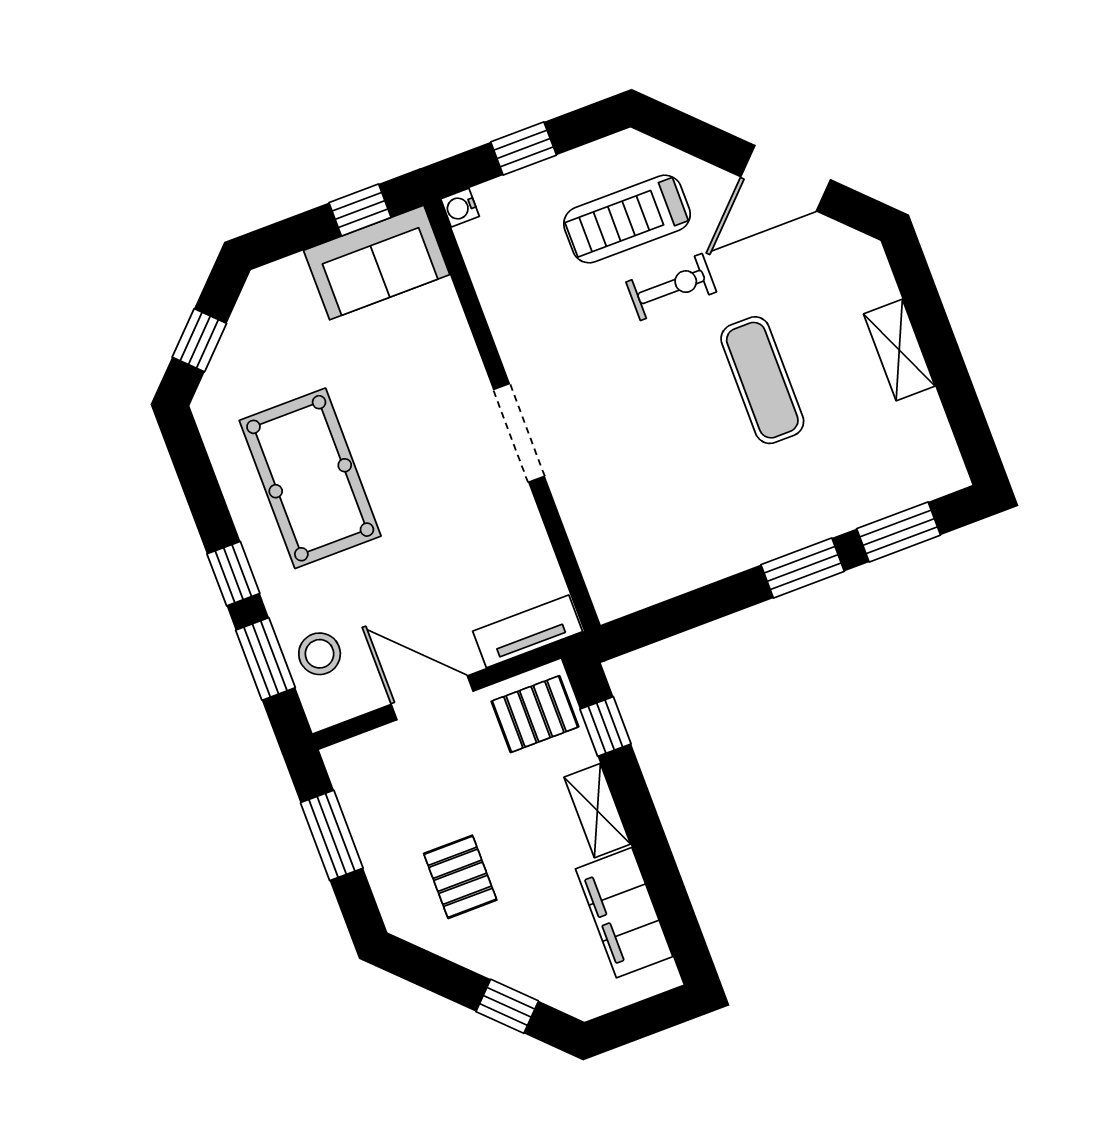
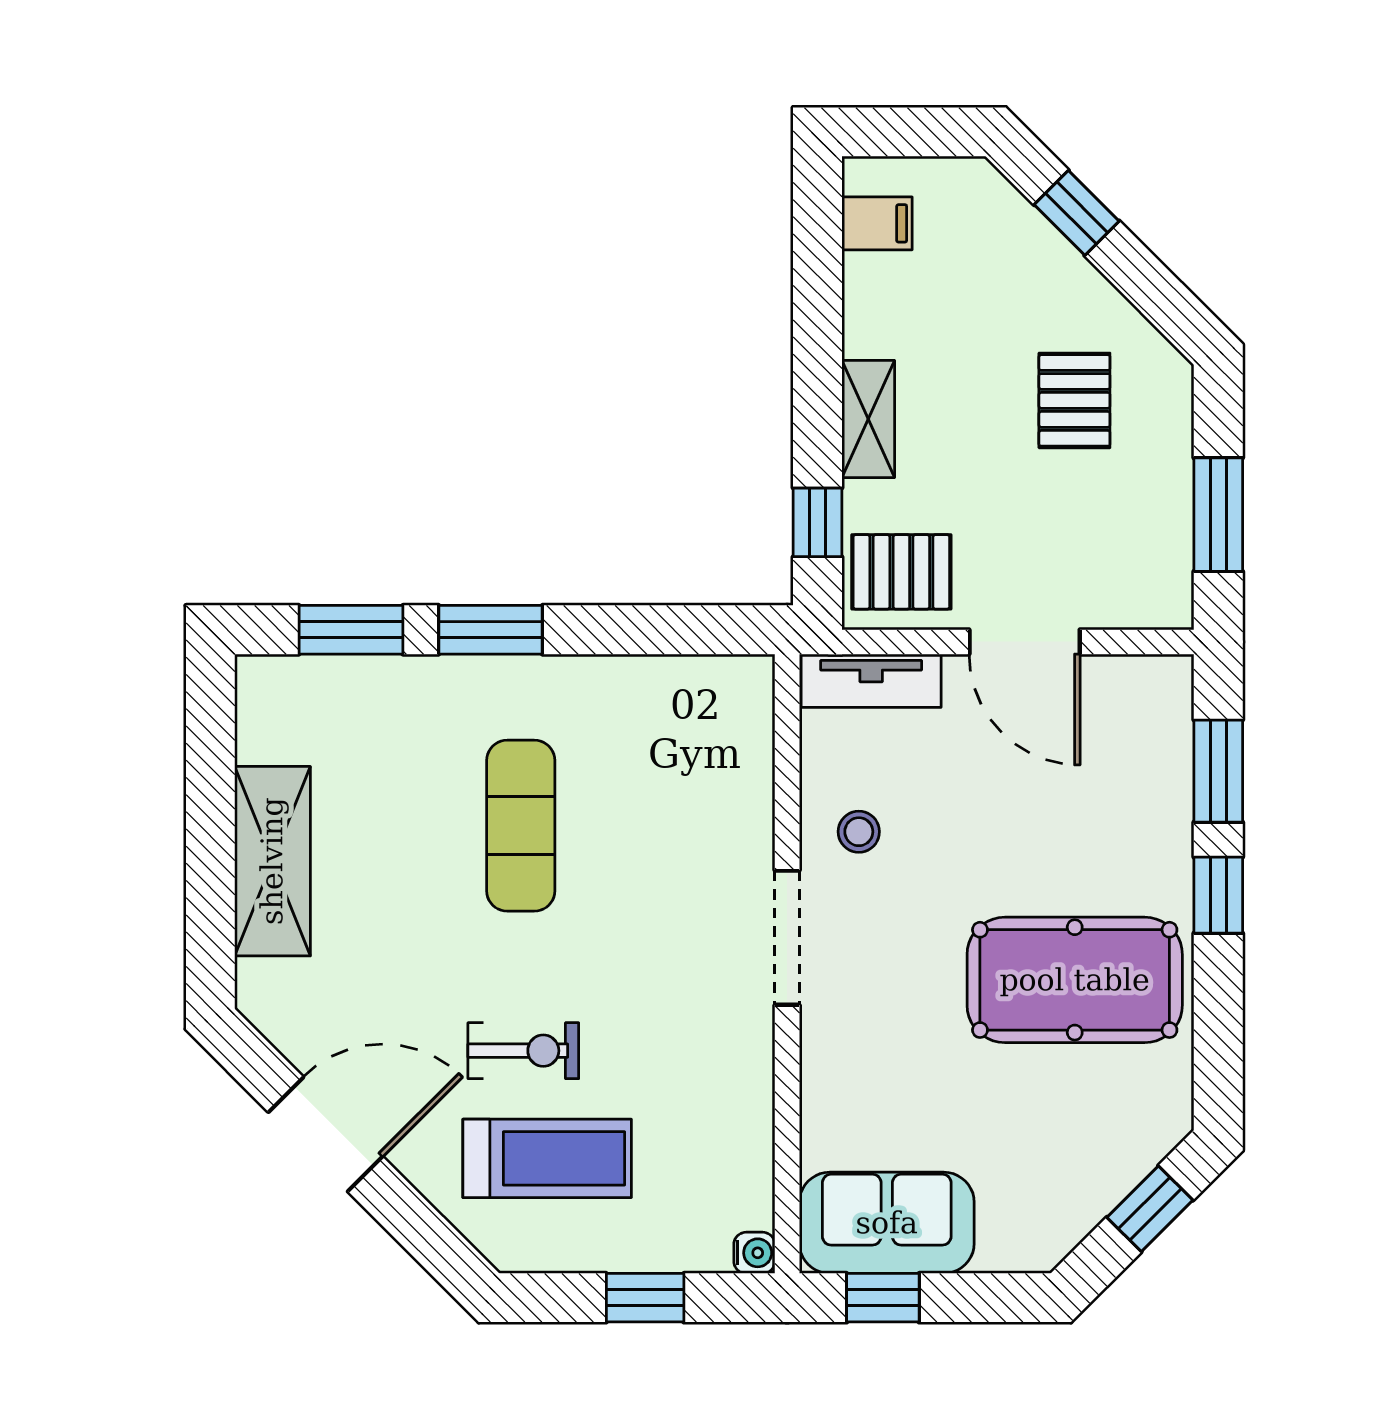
exercise bike: (671, 287) -> (523, 1051), turned 180
shelving: (899, 350) -> (272, 861), width x1.50, depth x1.33
exercise mat: (762, 380) -> (521, 826), moved
pool table: (310, 478) -> (1075, 980), turned 90
stool: (320, 654) -> (859, 832), moved, width x0.73, depth x0.73
filing cabinet: (624, 913) -> (877, 223), width x0.33, depth x0.86

